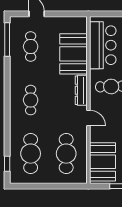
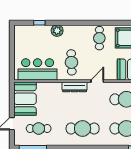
booth: (74, 54) -> (25, 99), moved, turned 90
cafe table: (31, 100) -> (83, 128), width x1.37, depth x1.35

